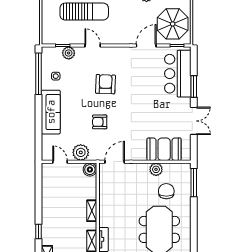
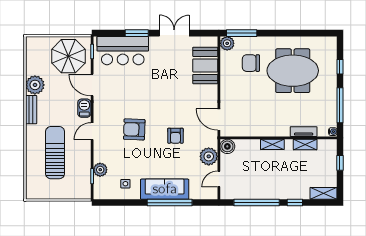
barbecue: (125, 38) -> (84, 108), added
door: (93, 46) -> (92, 131), moved
window: (38, 74) -> (170, 203), moved
plant: (156, 169) -> (227, 43), moved
window: (38, 196) -> (257, 203), added

